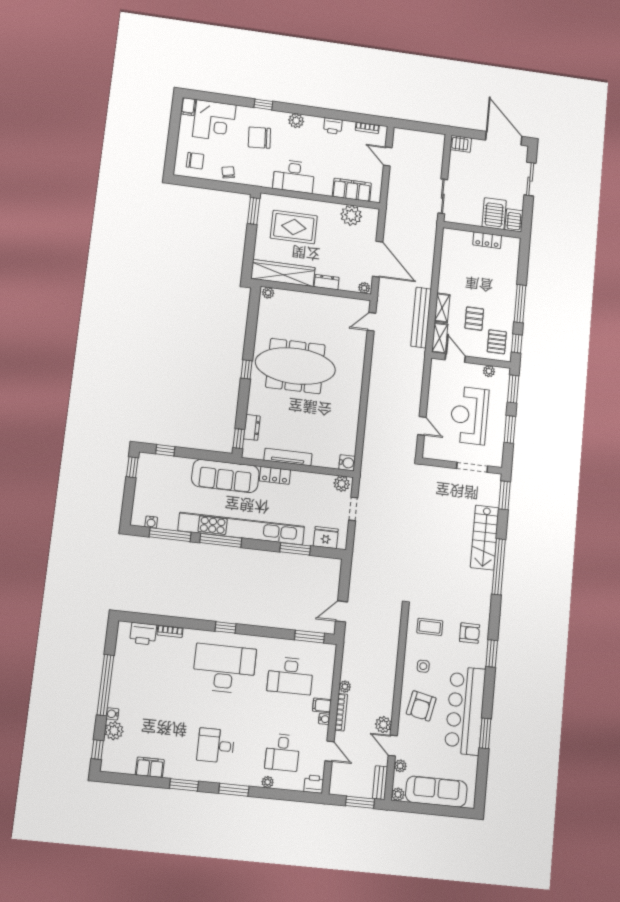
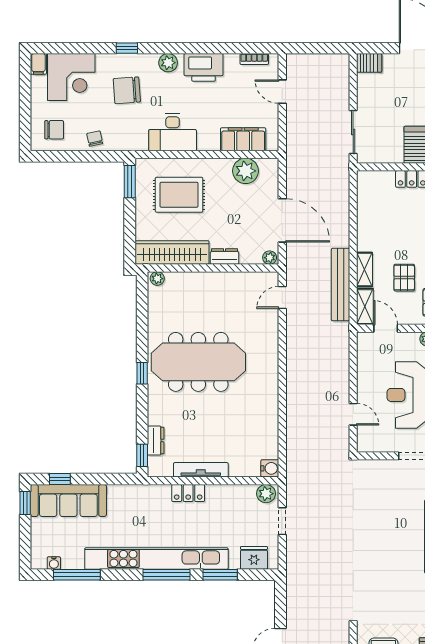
printer: (333, 126) -> (204, 67), width x1.87, depth x1.48
sofa: (225, 476) -> (68, 500), moved
window: (221, 540) -> (167, 575), moved

